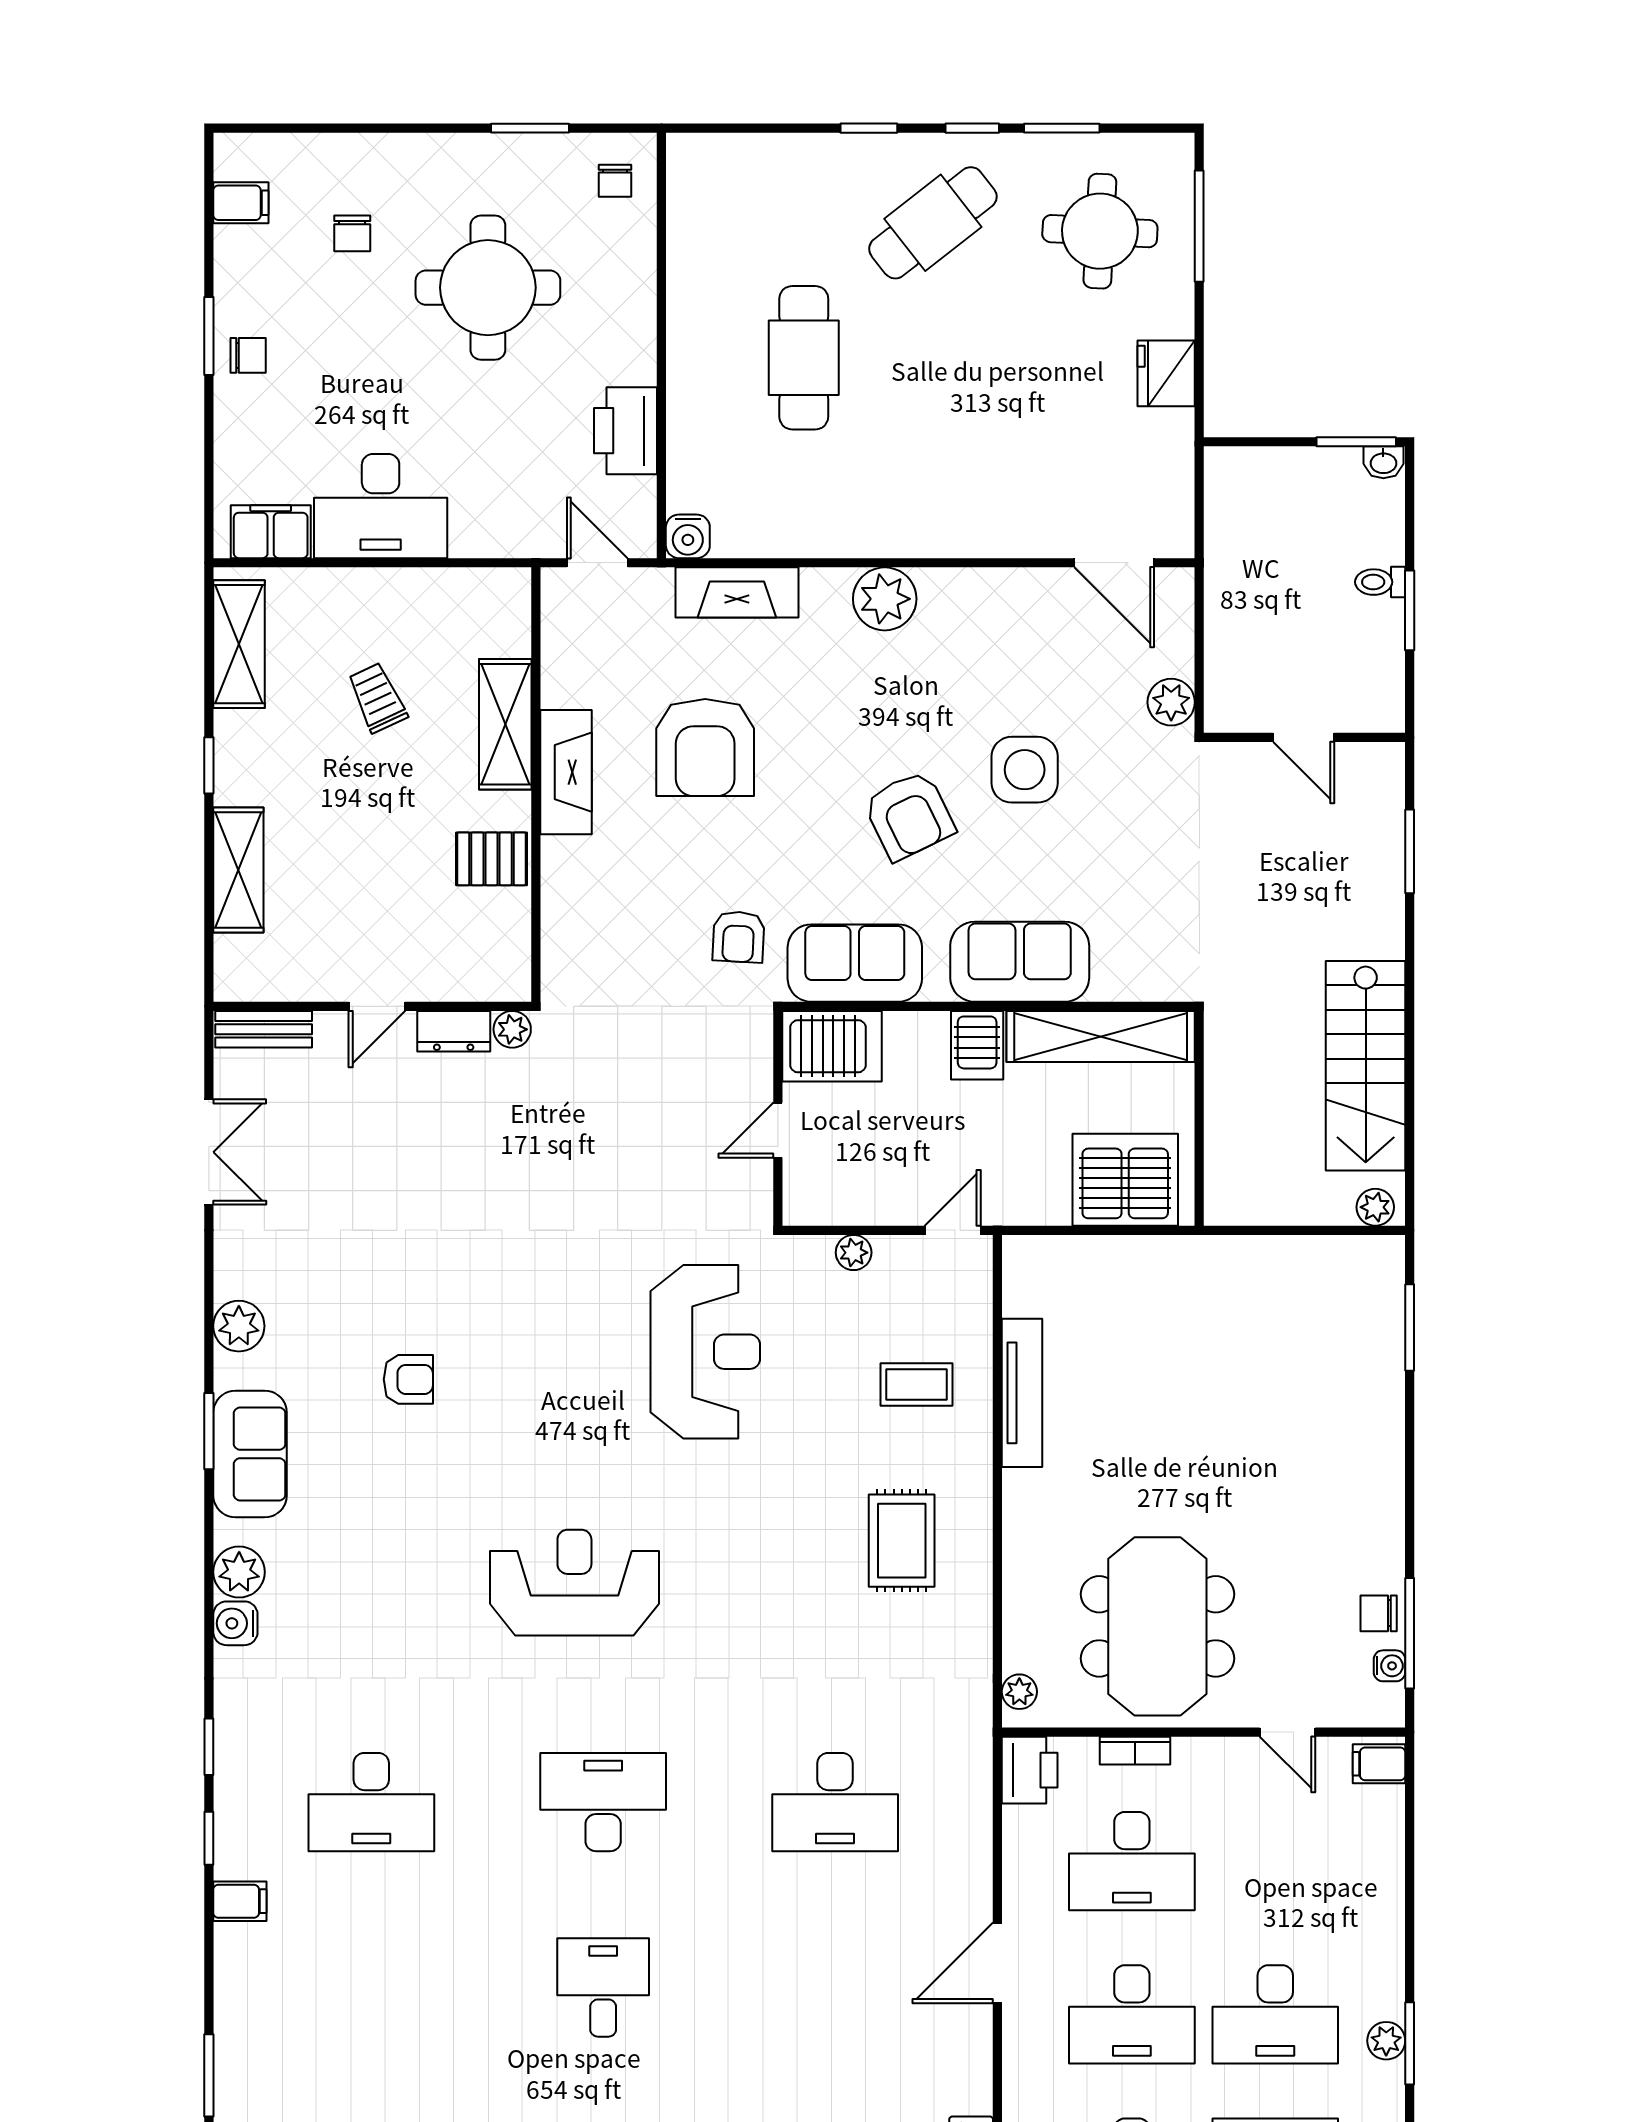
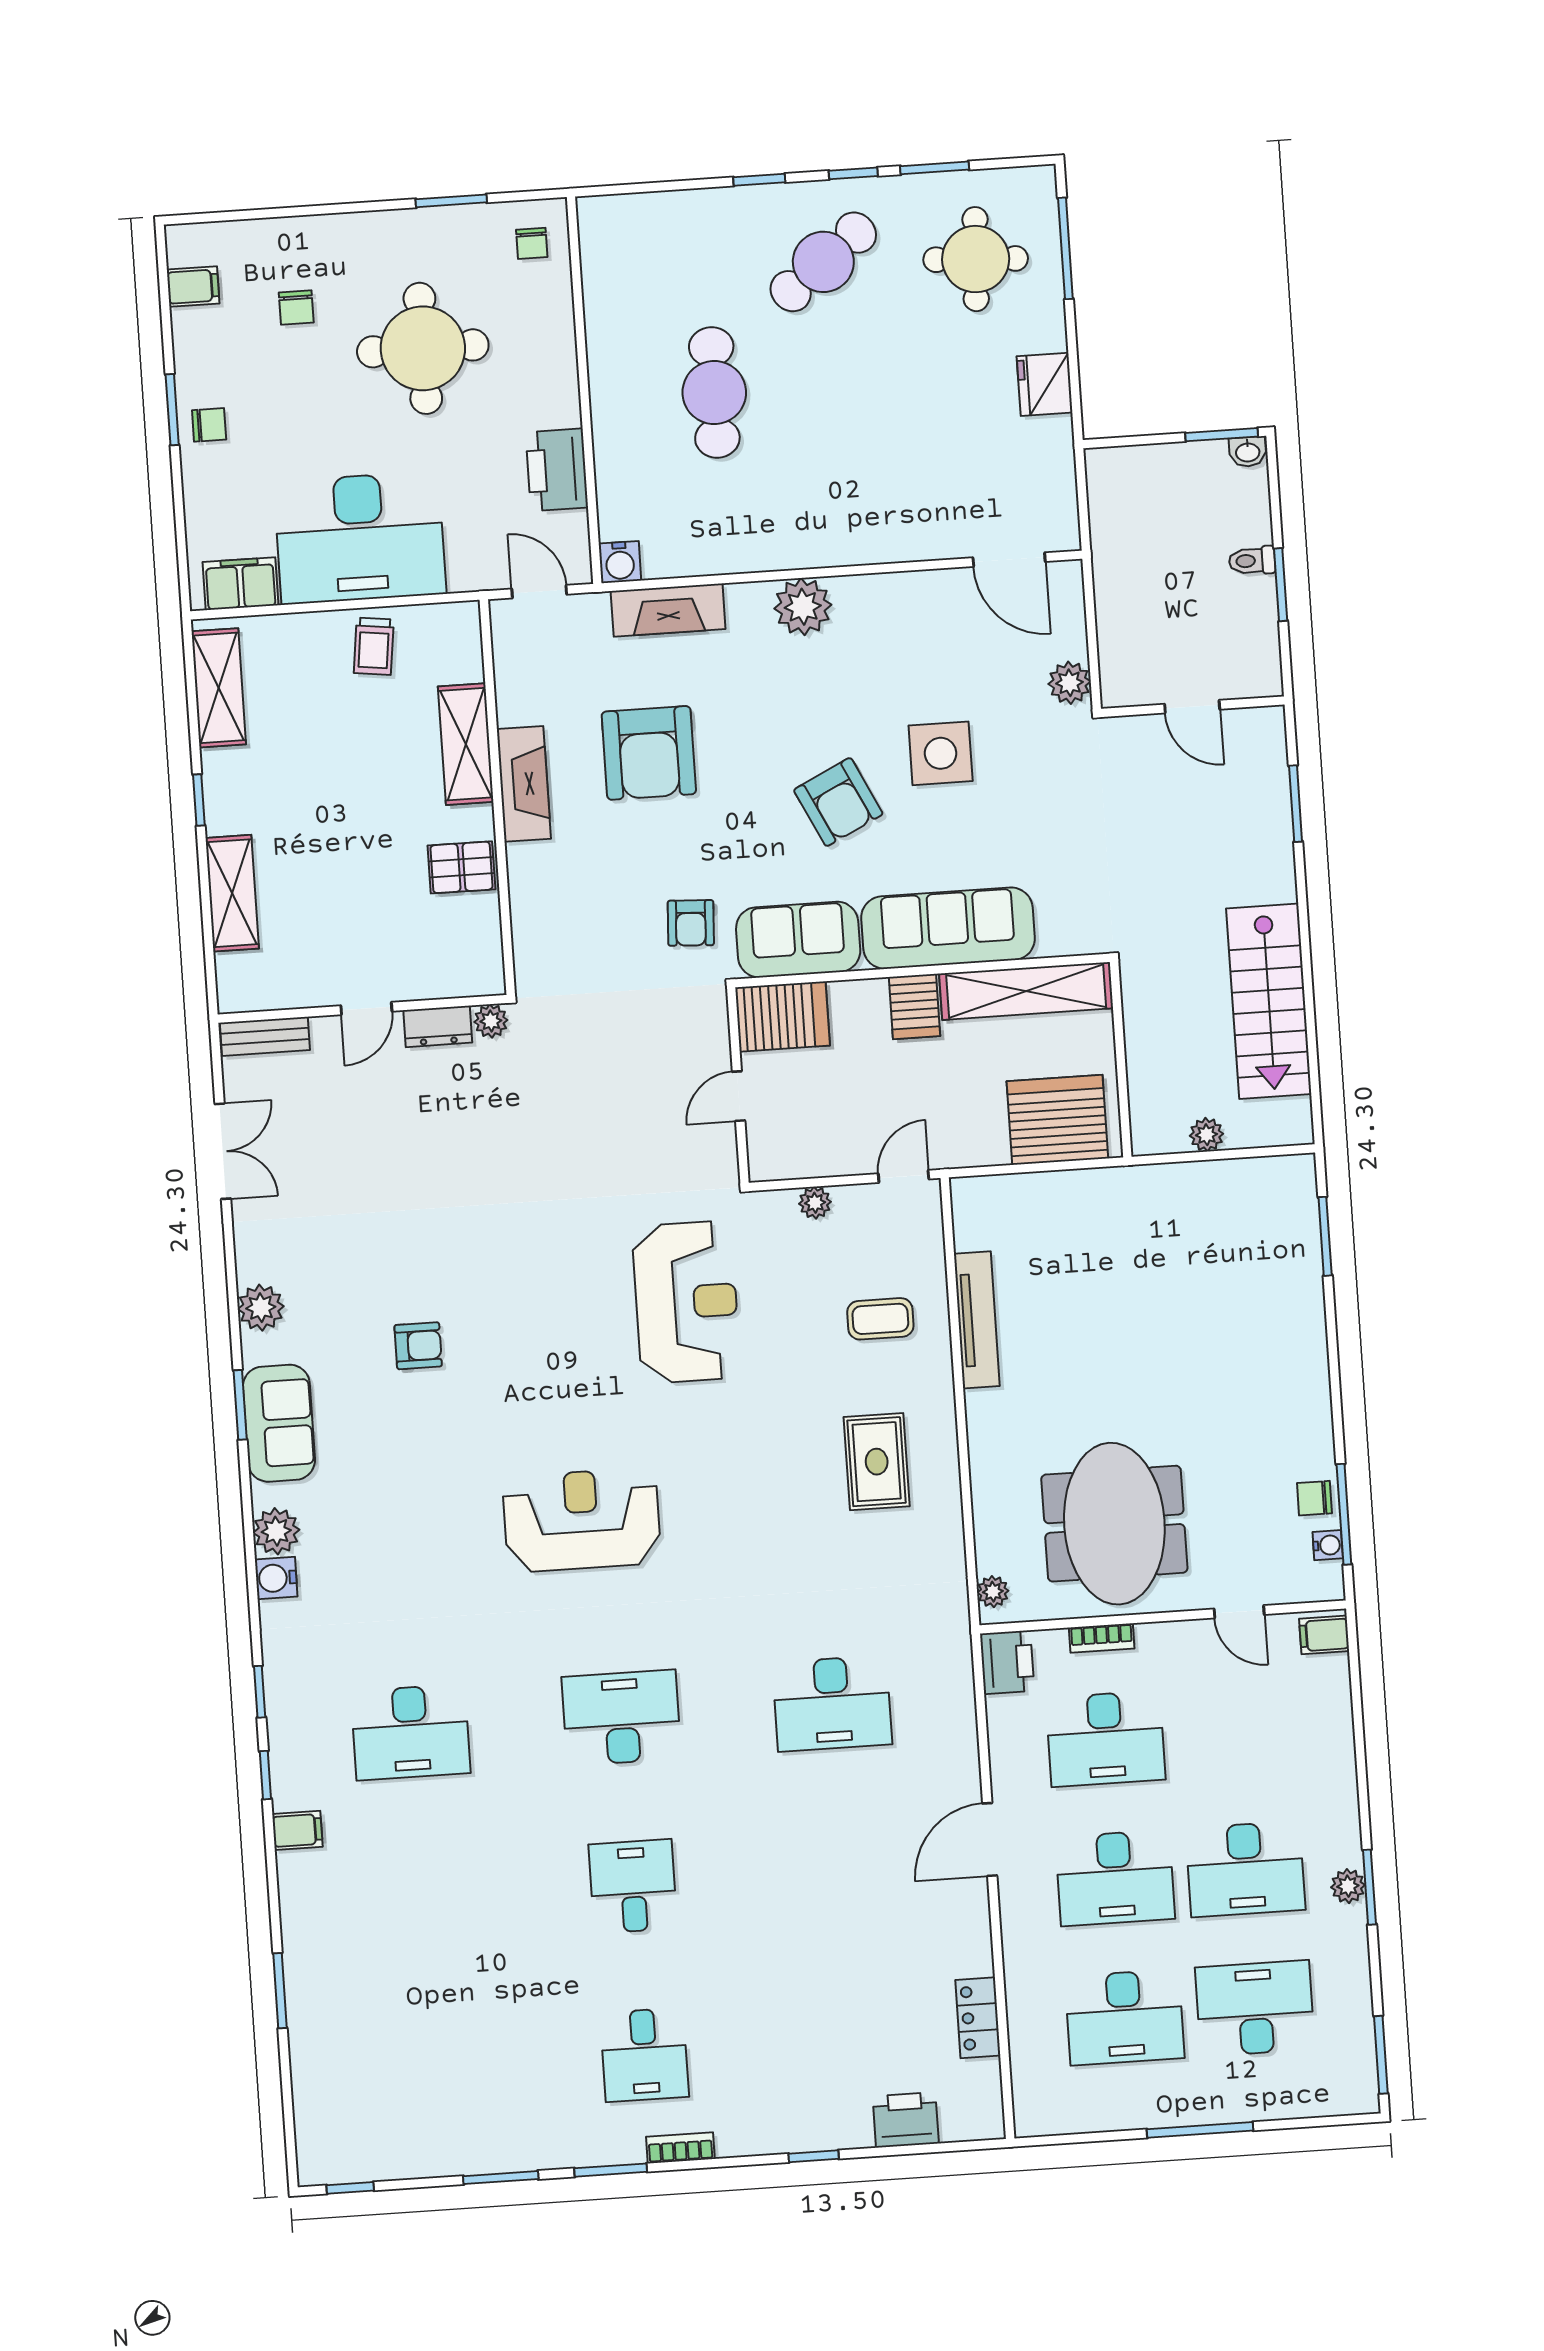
desk: (381, 506) -> (360, 538), width x1.36, depth x1.30
trolley: (377, 698) -> (374, 646), moved, turned -148
sofa: (1020, 962) -> (948, 928), width x1.36
plant: (1375, 1207) -> (1207, 1135), moved

